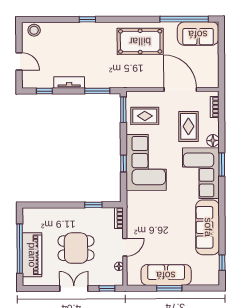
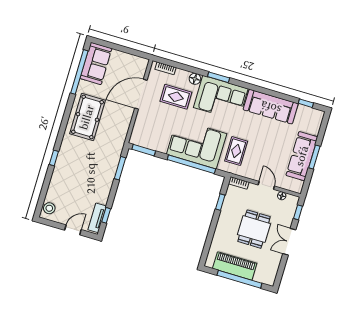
tv unit: (69, 82) -> (97, 218), moved
rug: (145, 116) -> (236, 151), moved
window: (123, 163) -> (191, 164), width x3.17
piano: (32, 255) -> (235, 266), moved

